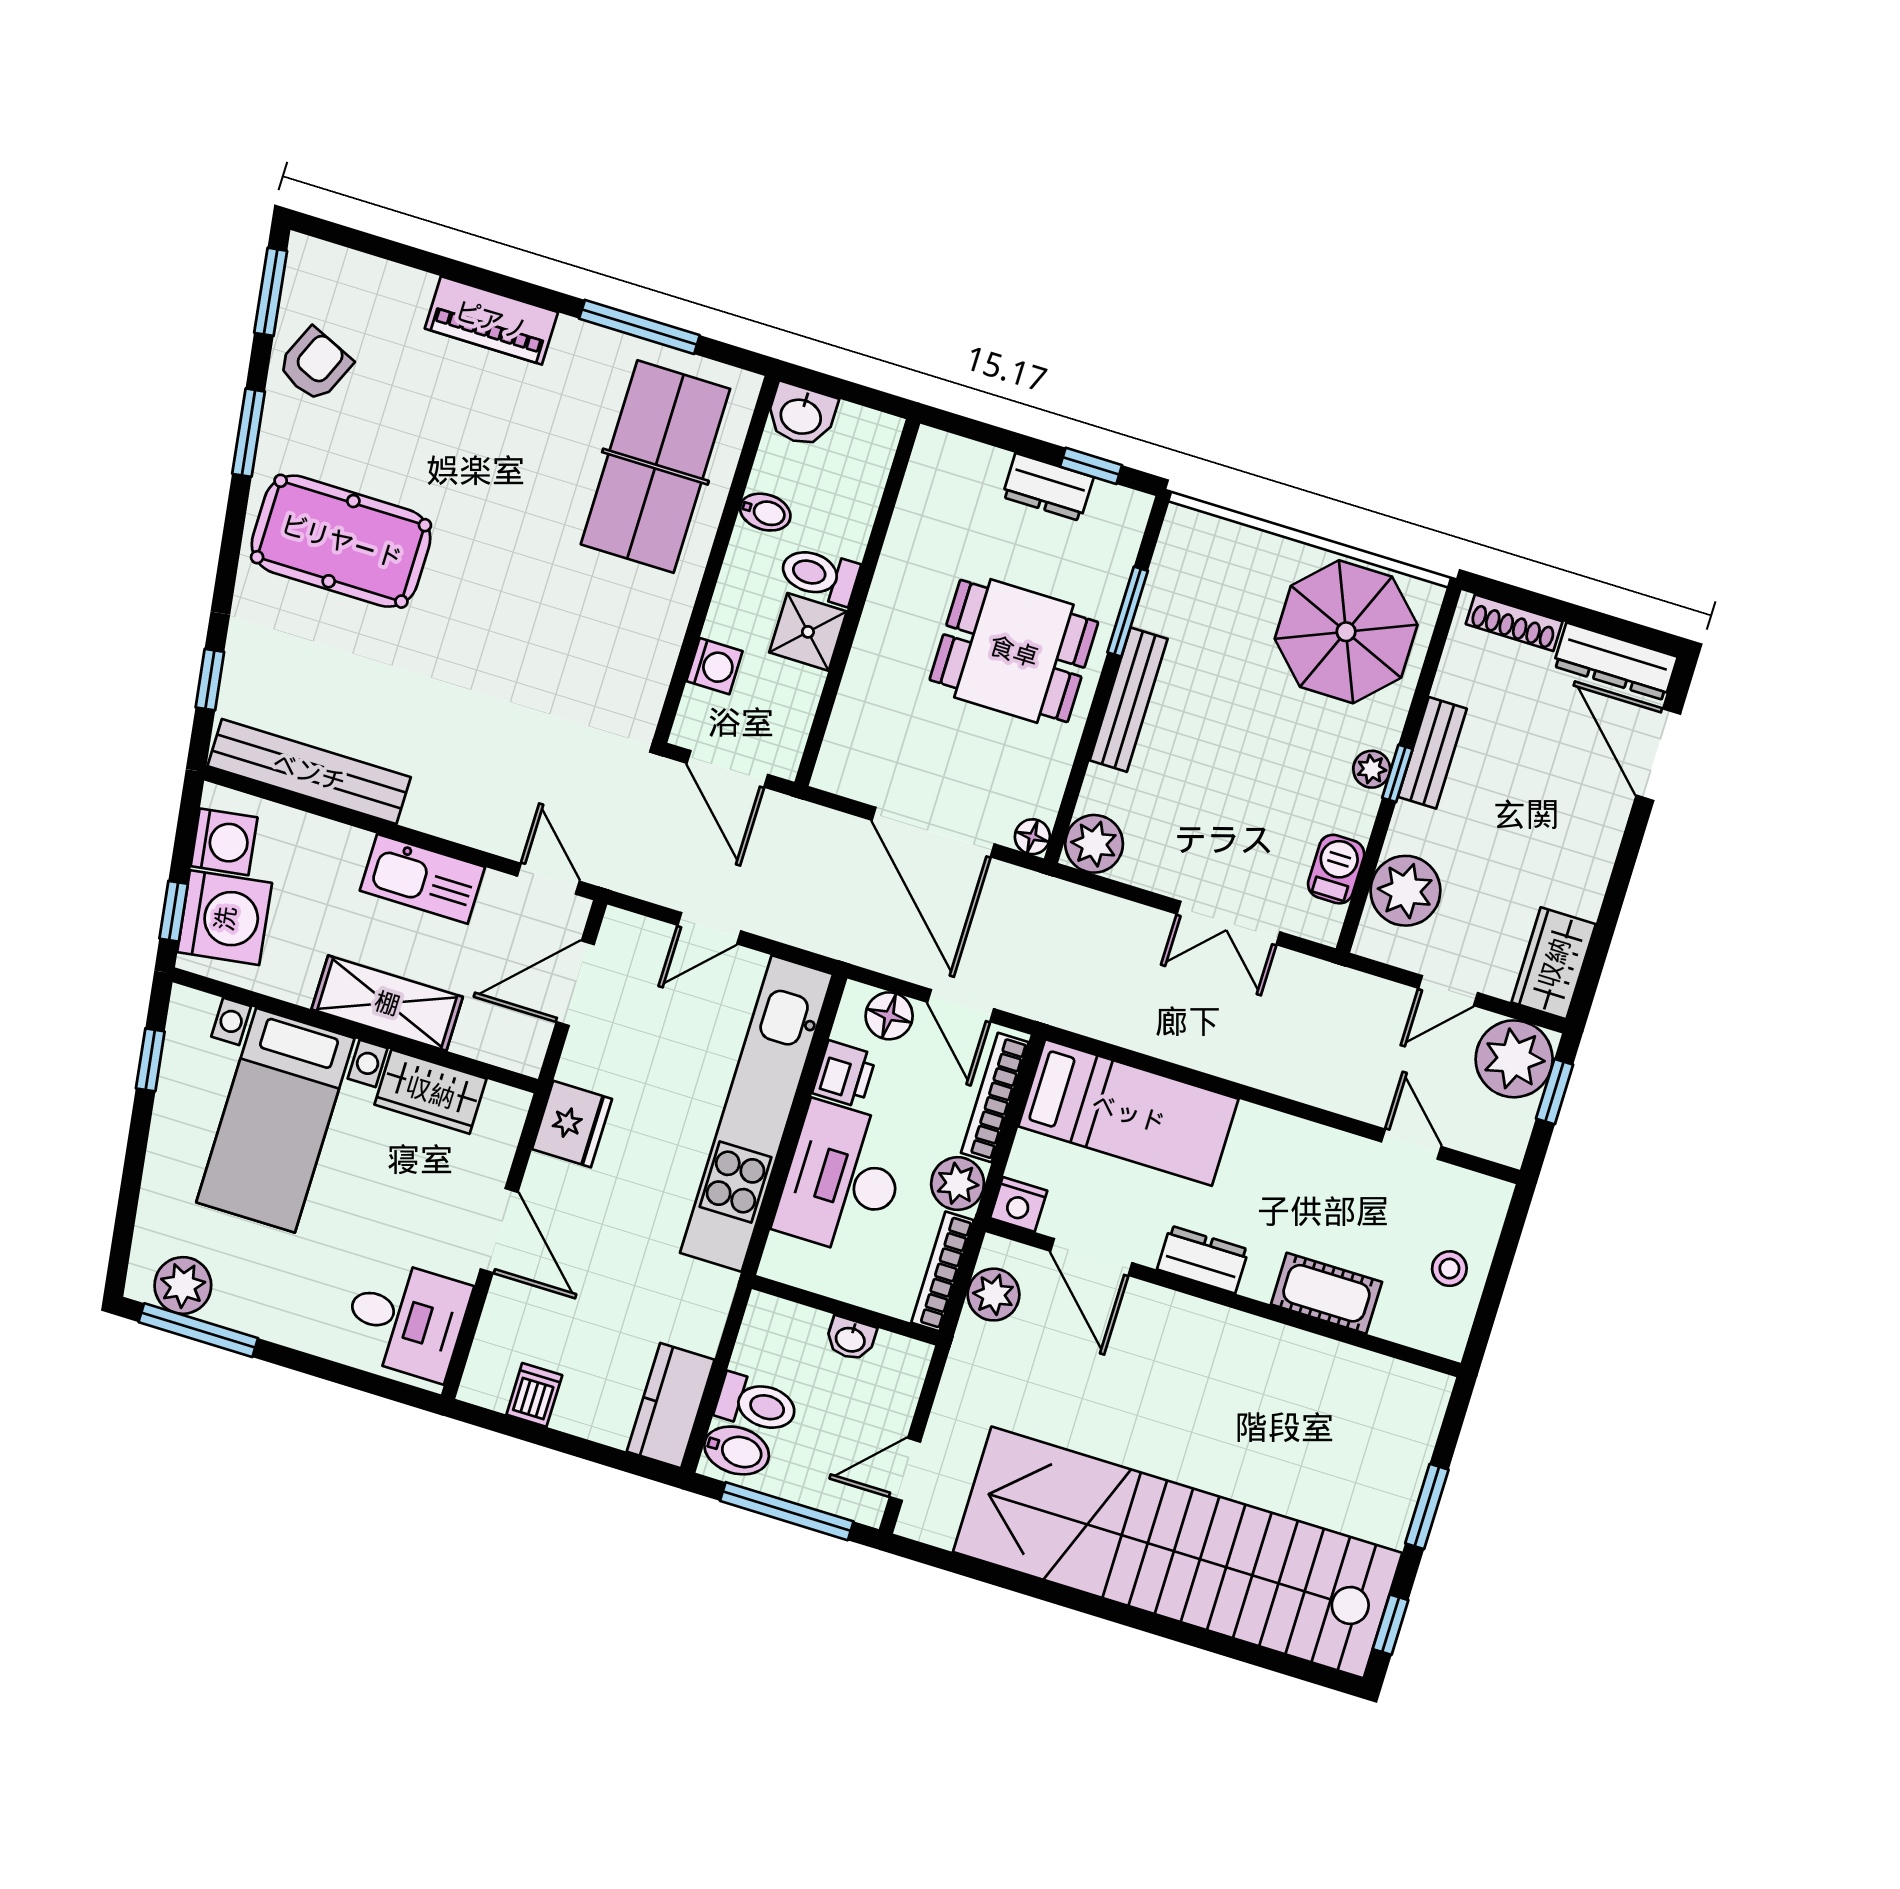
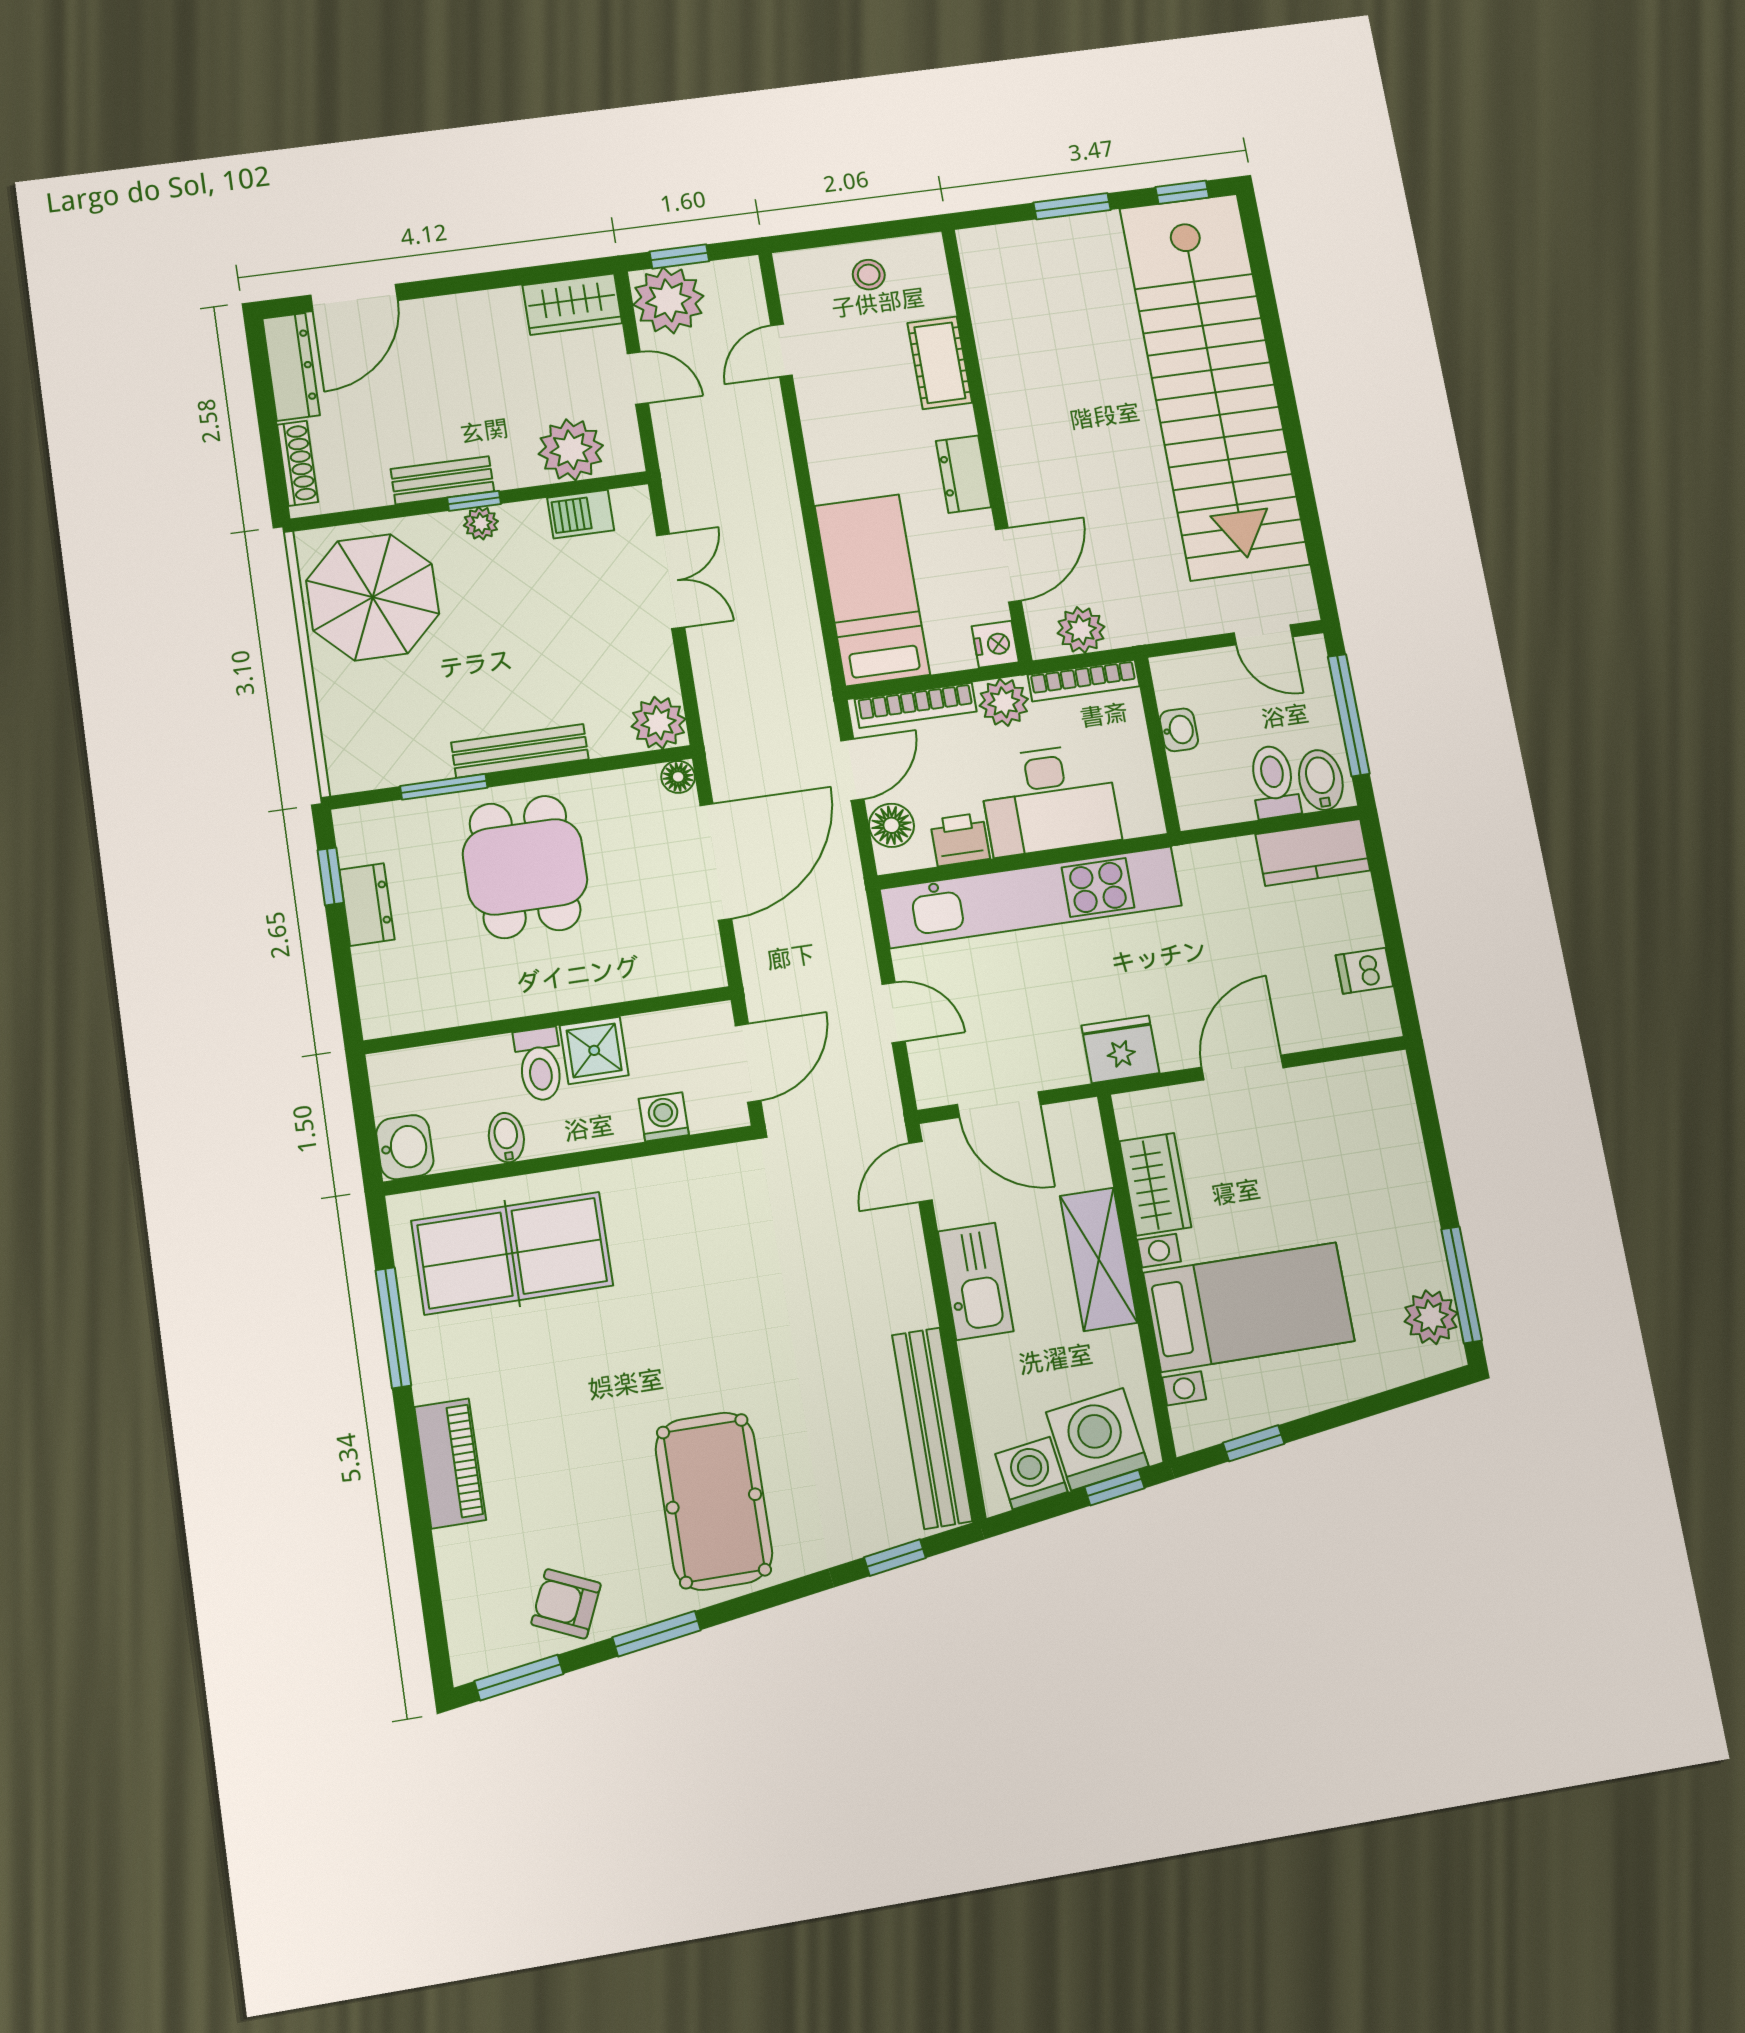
desk: (406, 1319) -> (1358, 1110), removed

